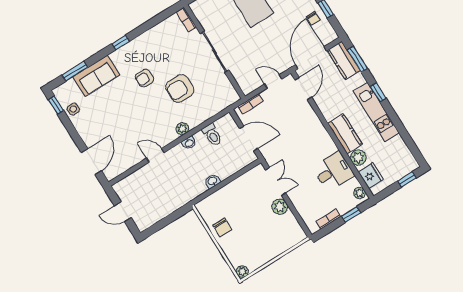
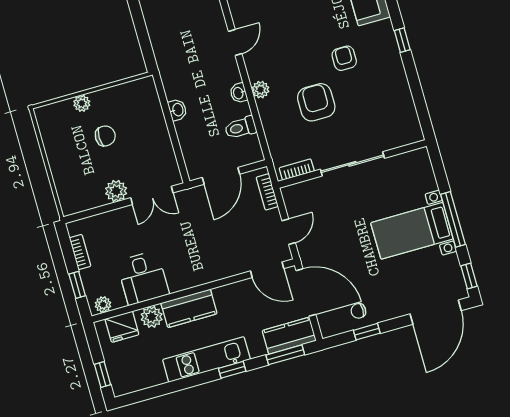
bookcase: (186, 20) -> (297, 170), moved
chair: (222, 228) -> (105, 136), moved, turned 180
plant: (242, 272) -> (82, 103), moved

